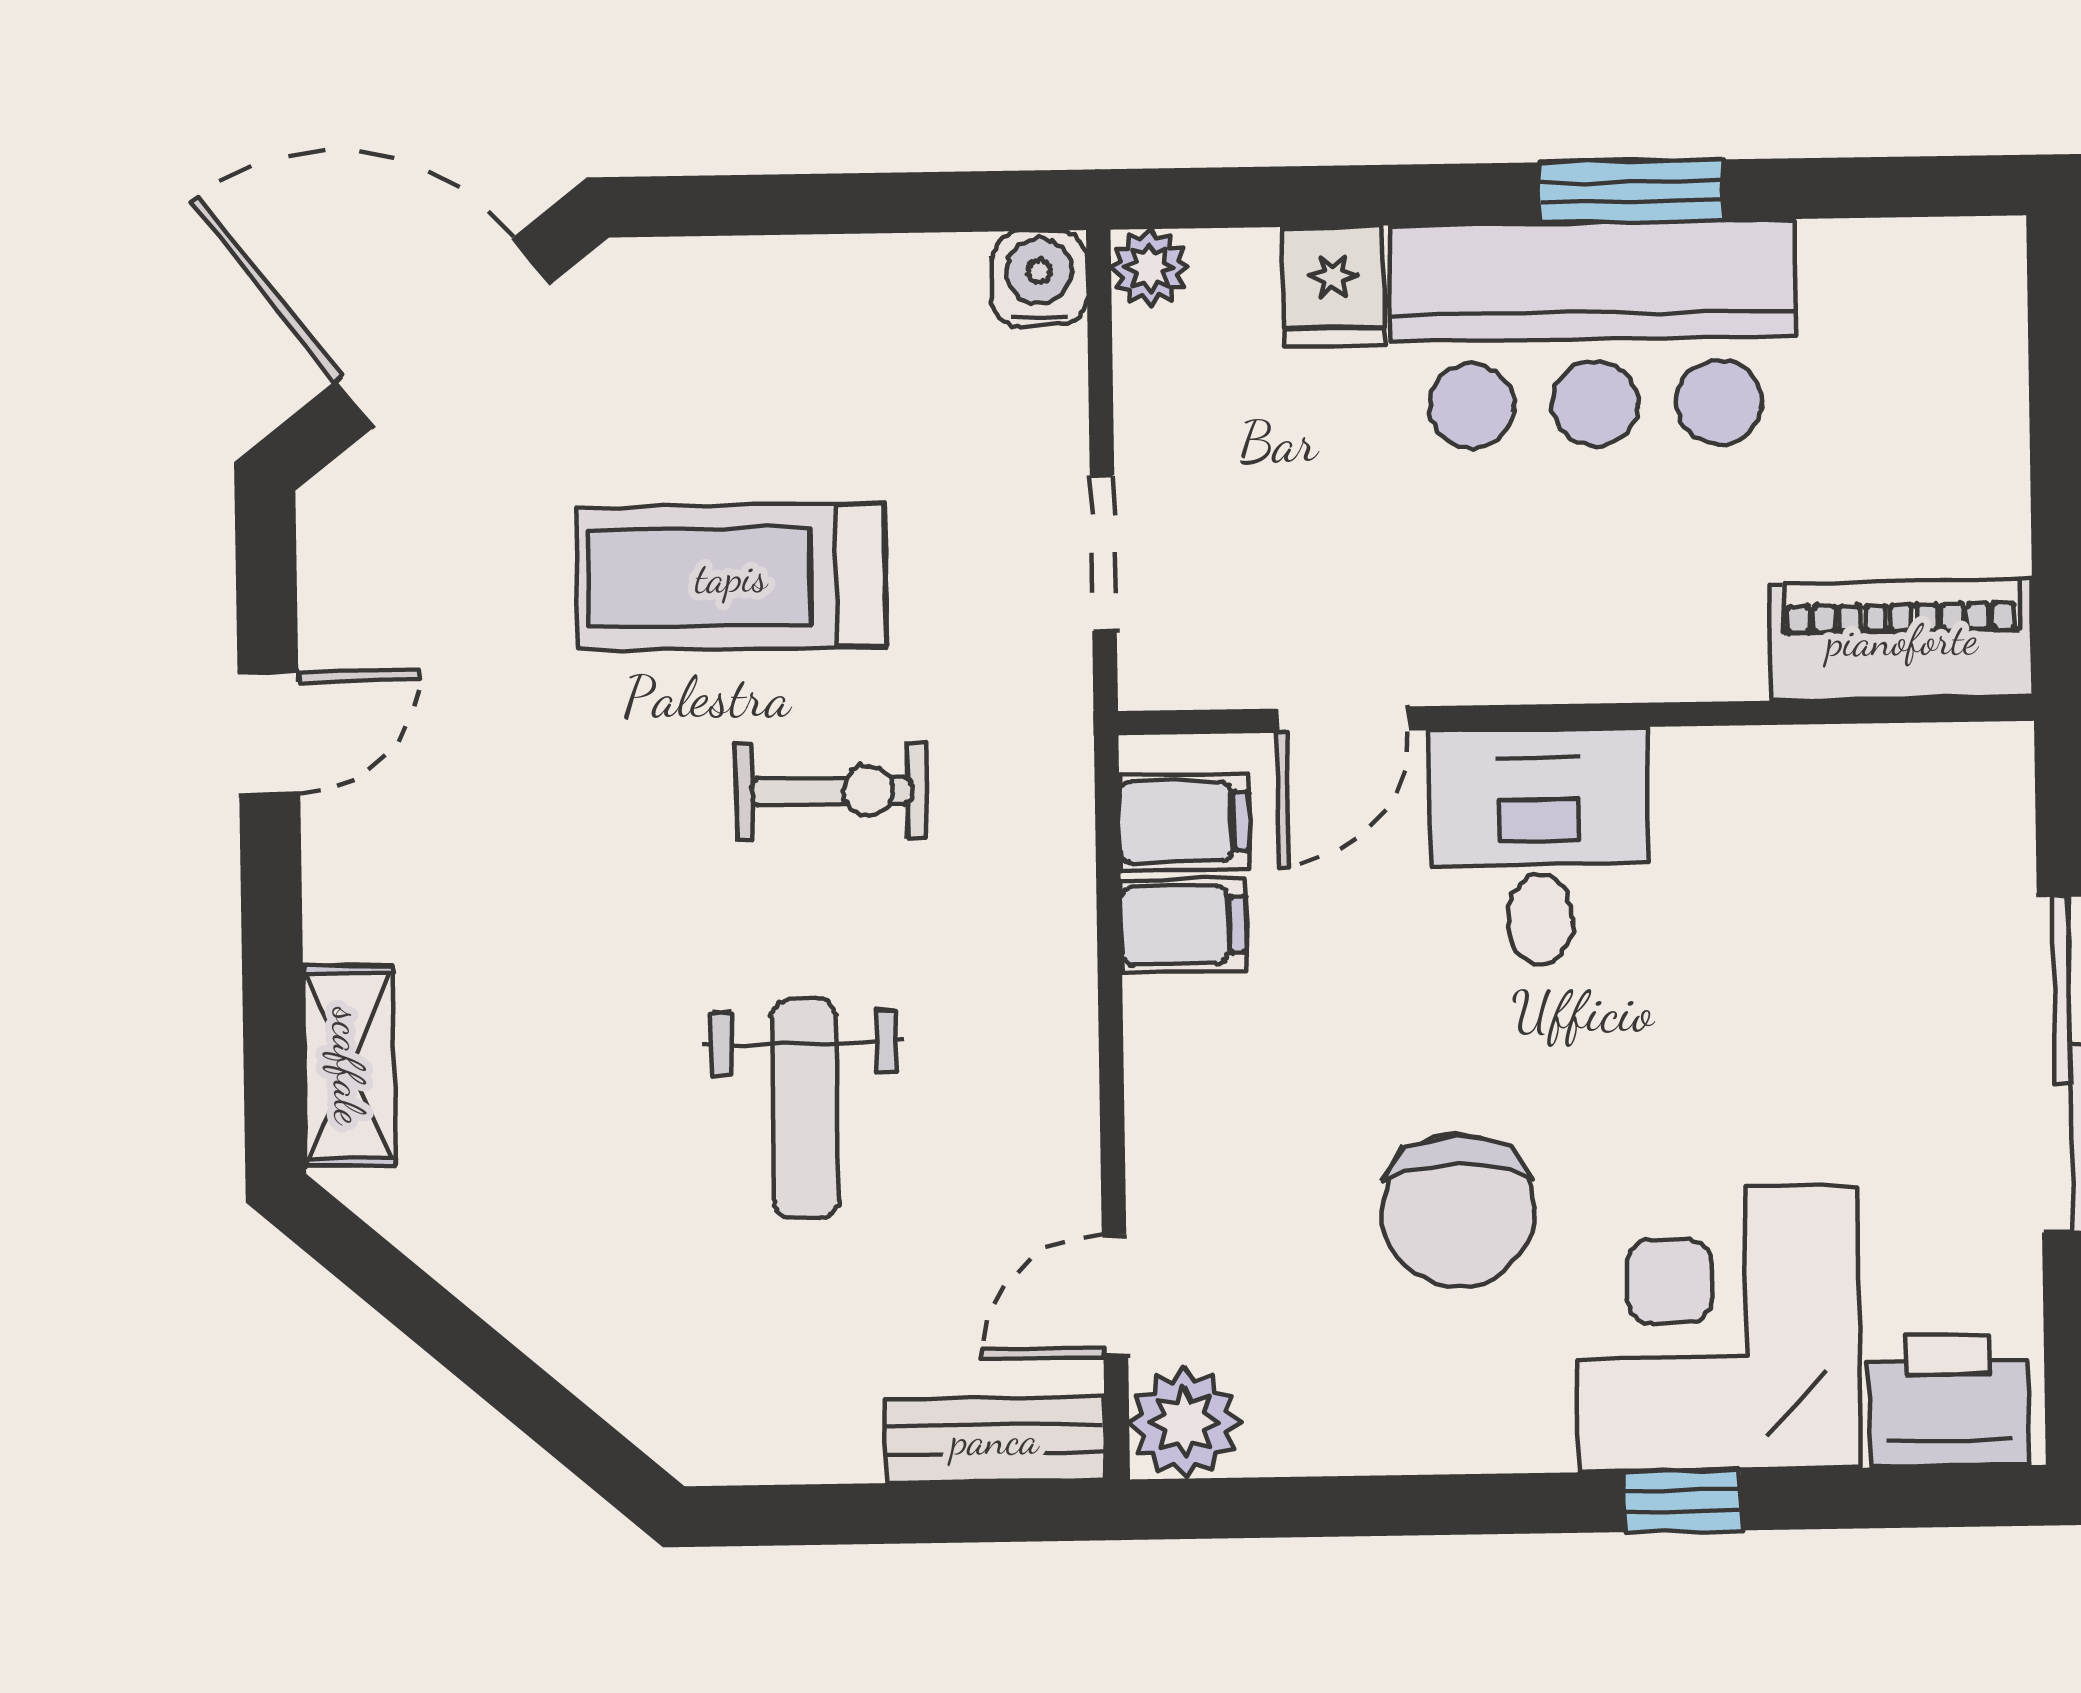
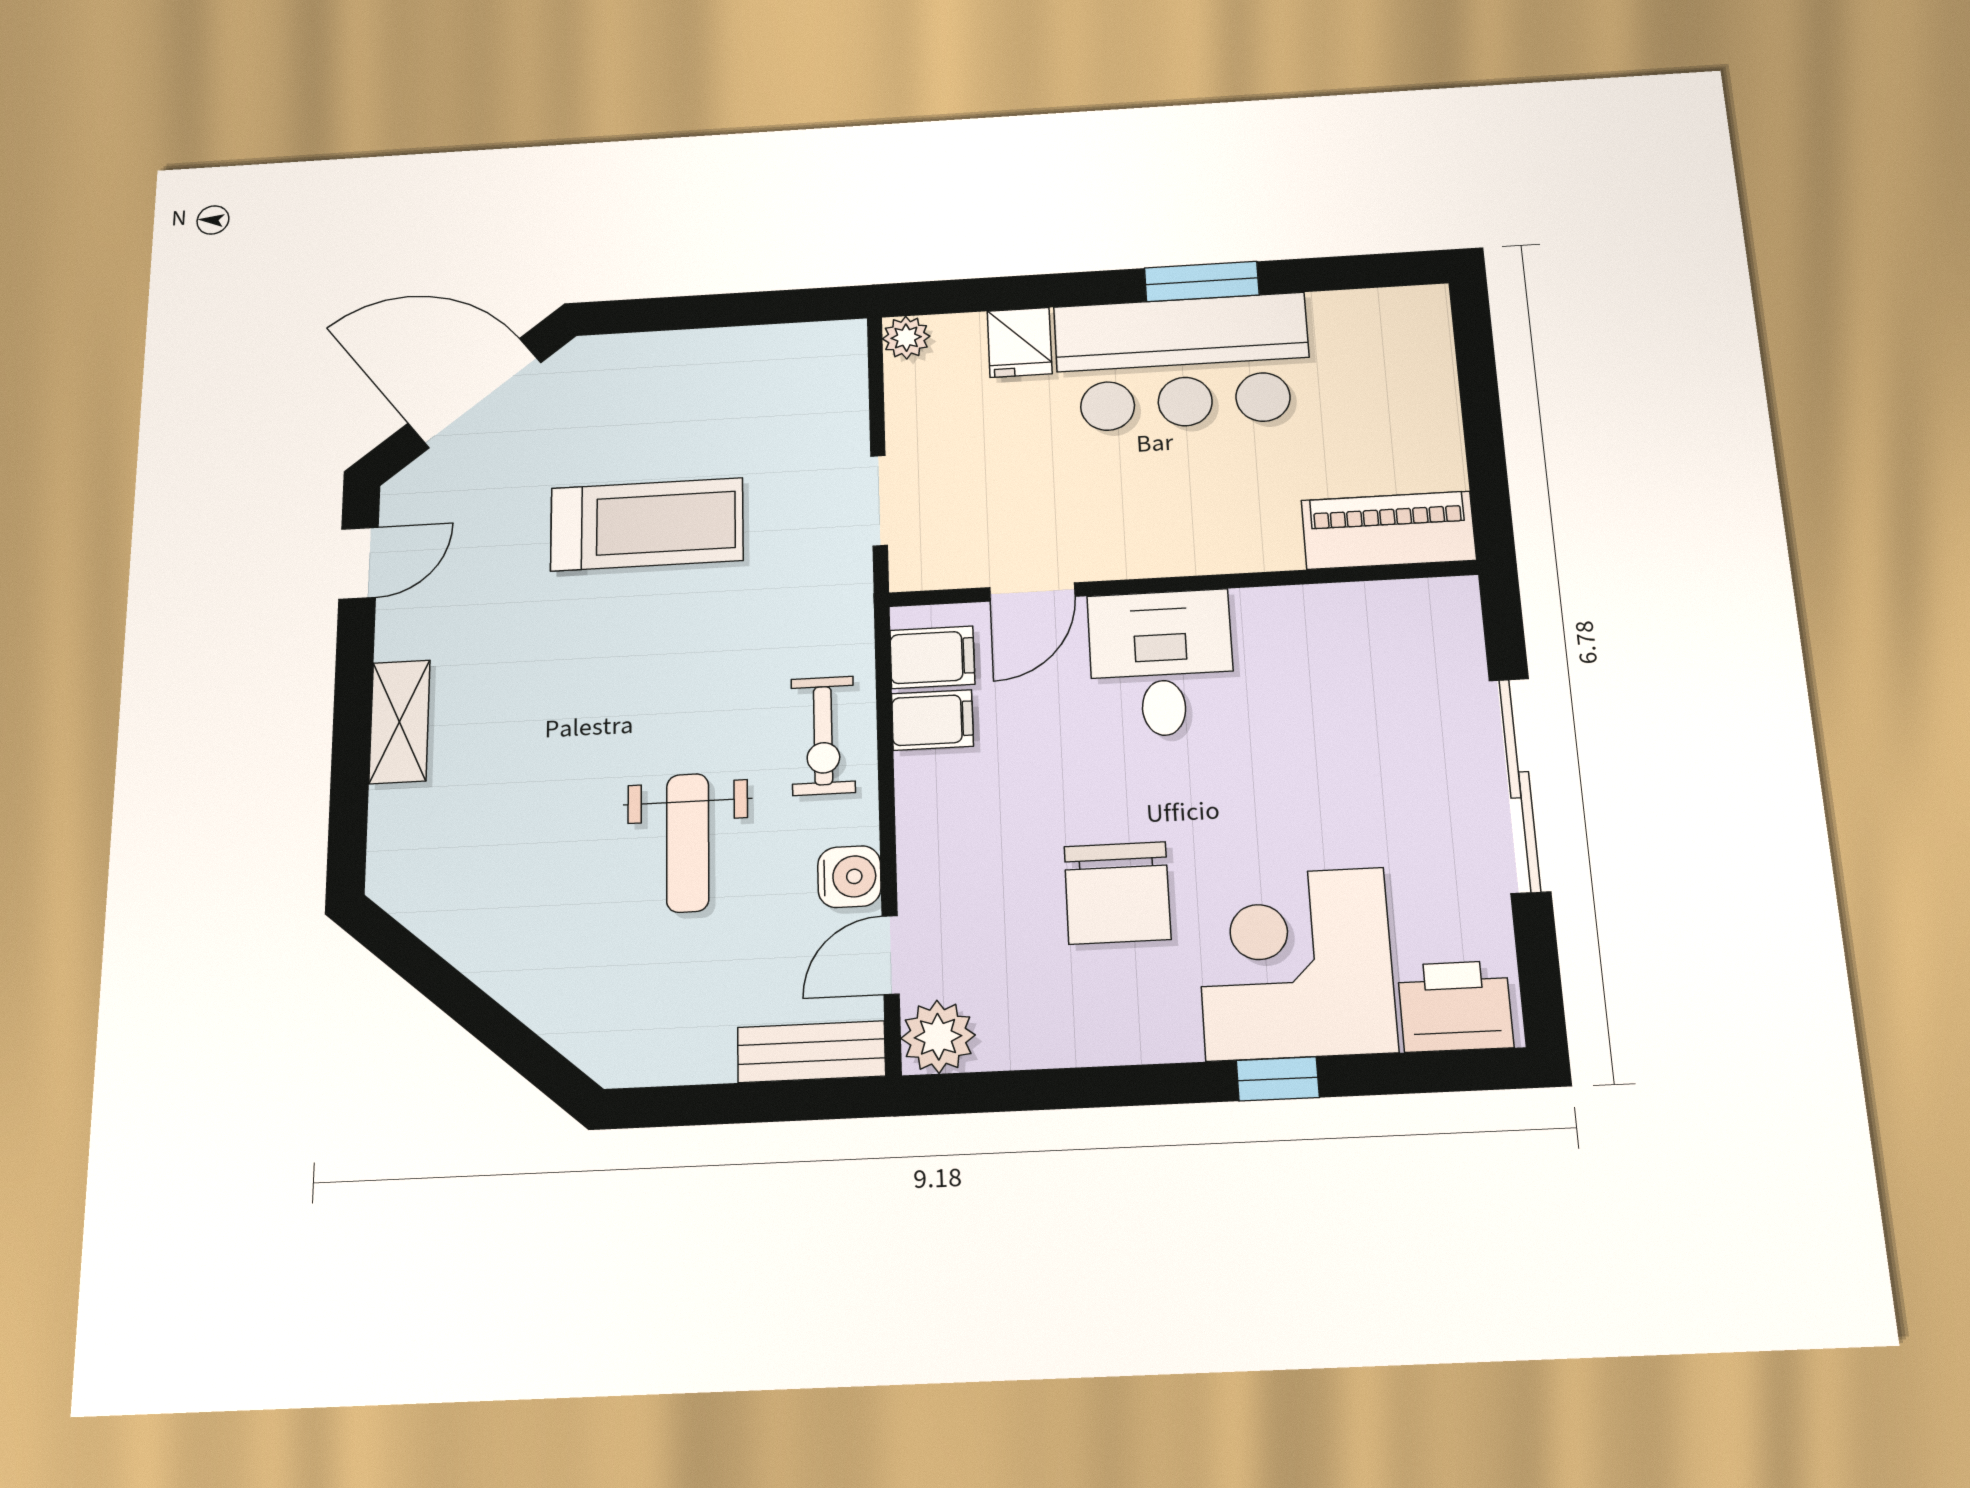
water cooler: (1039, 279) -> (849, 877), moved, turned 90
treadmill: (731, 577) -> (647, 524), turned 180
door: (269, 733) -> (359, 563), moved
exercise bike: (832, 791) -> (823, 736), moved, turned 90
shelving: (349, 1066) -> (399, 722), moved

